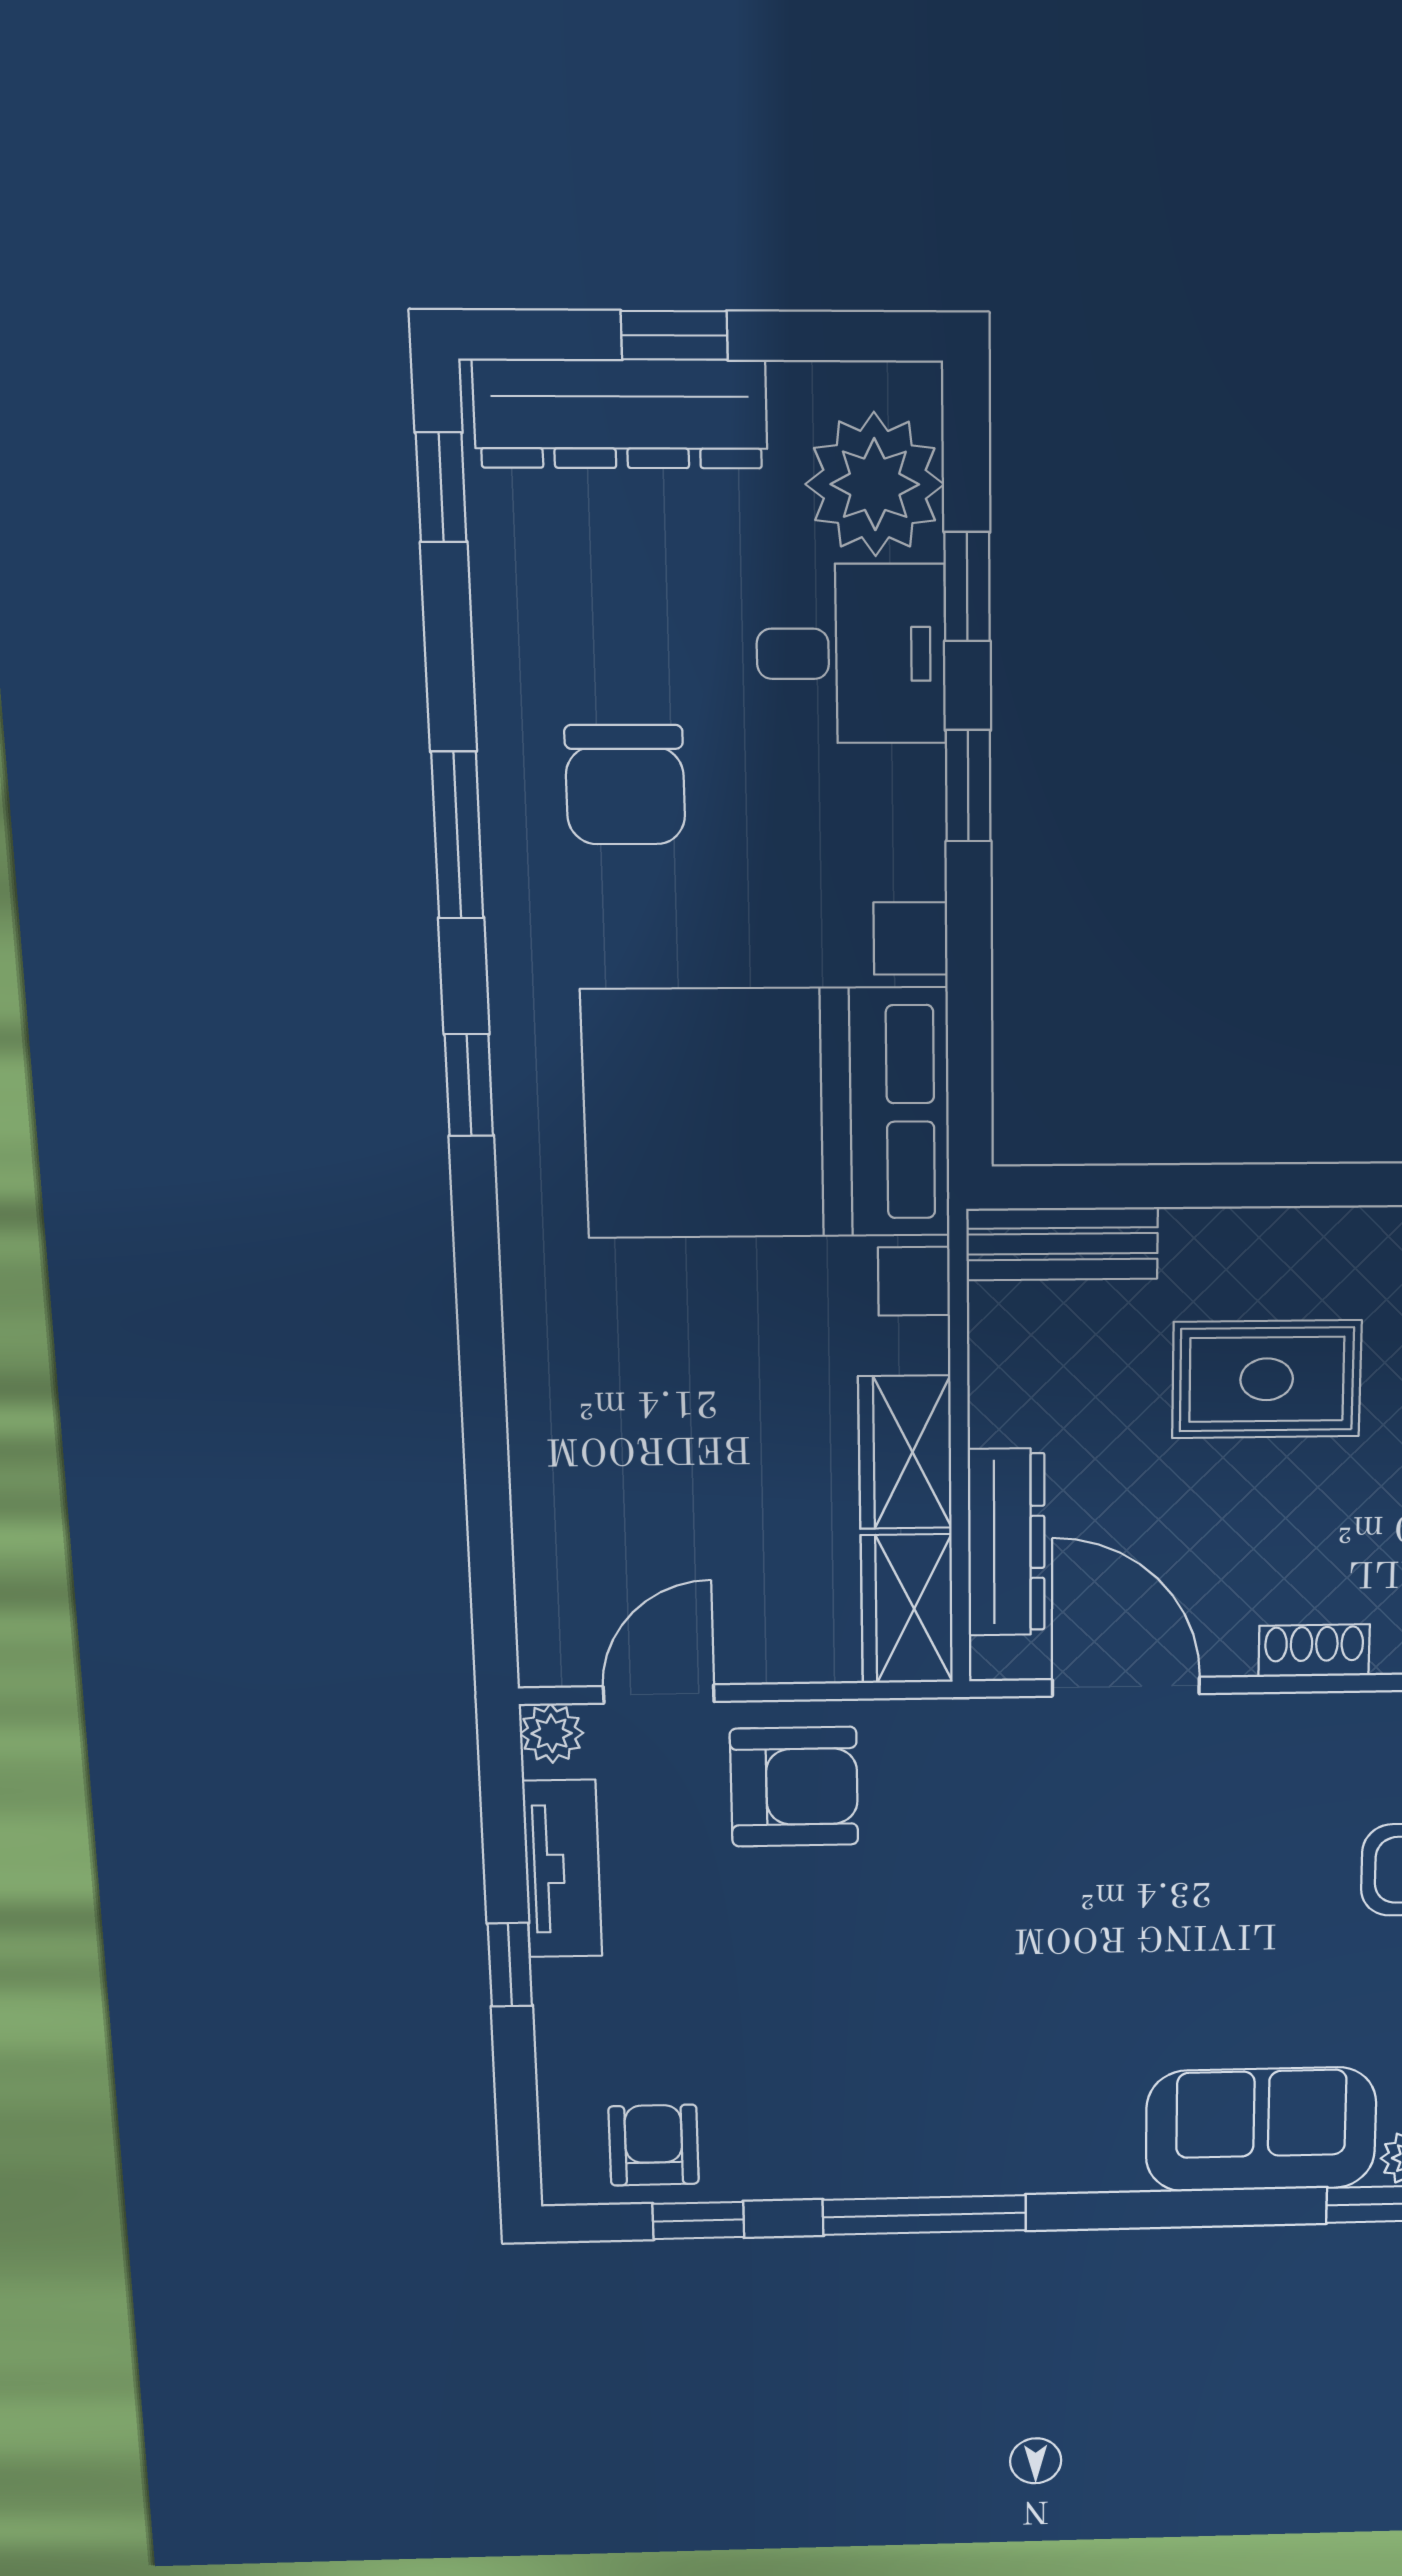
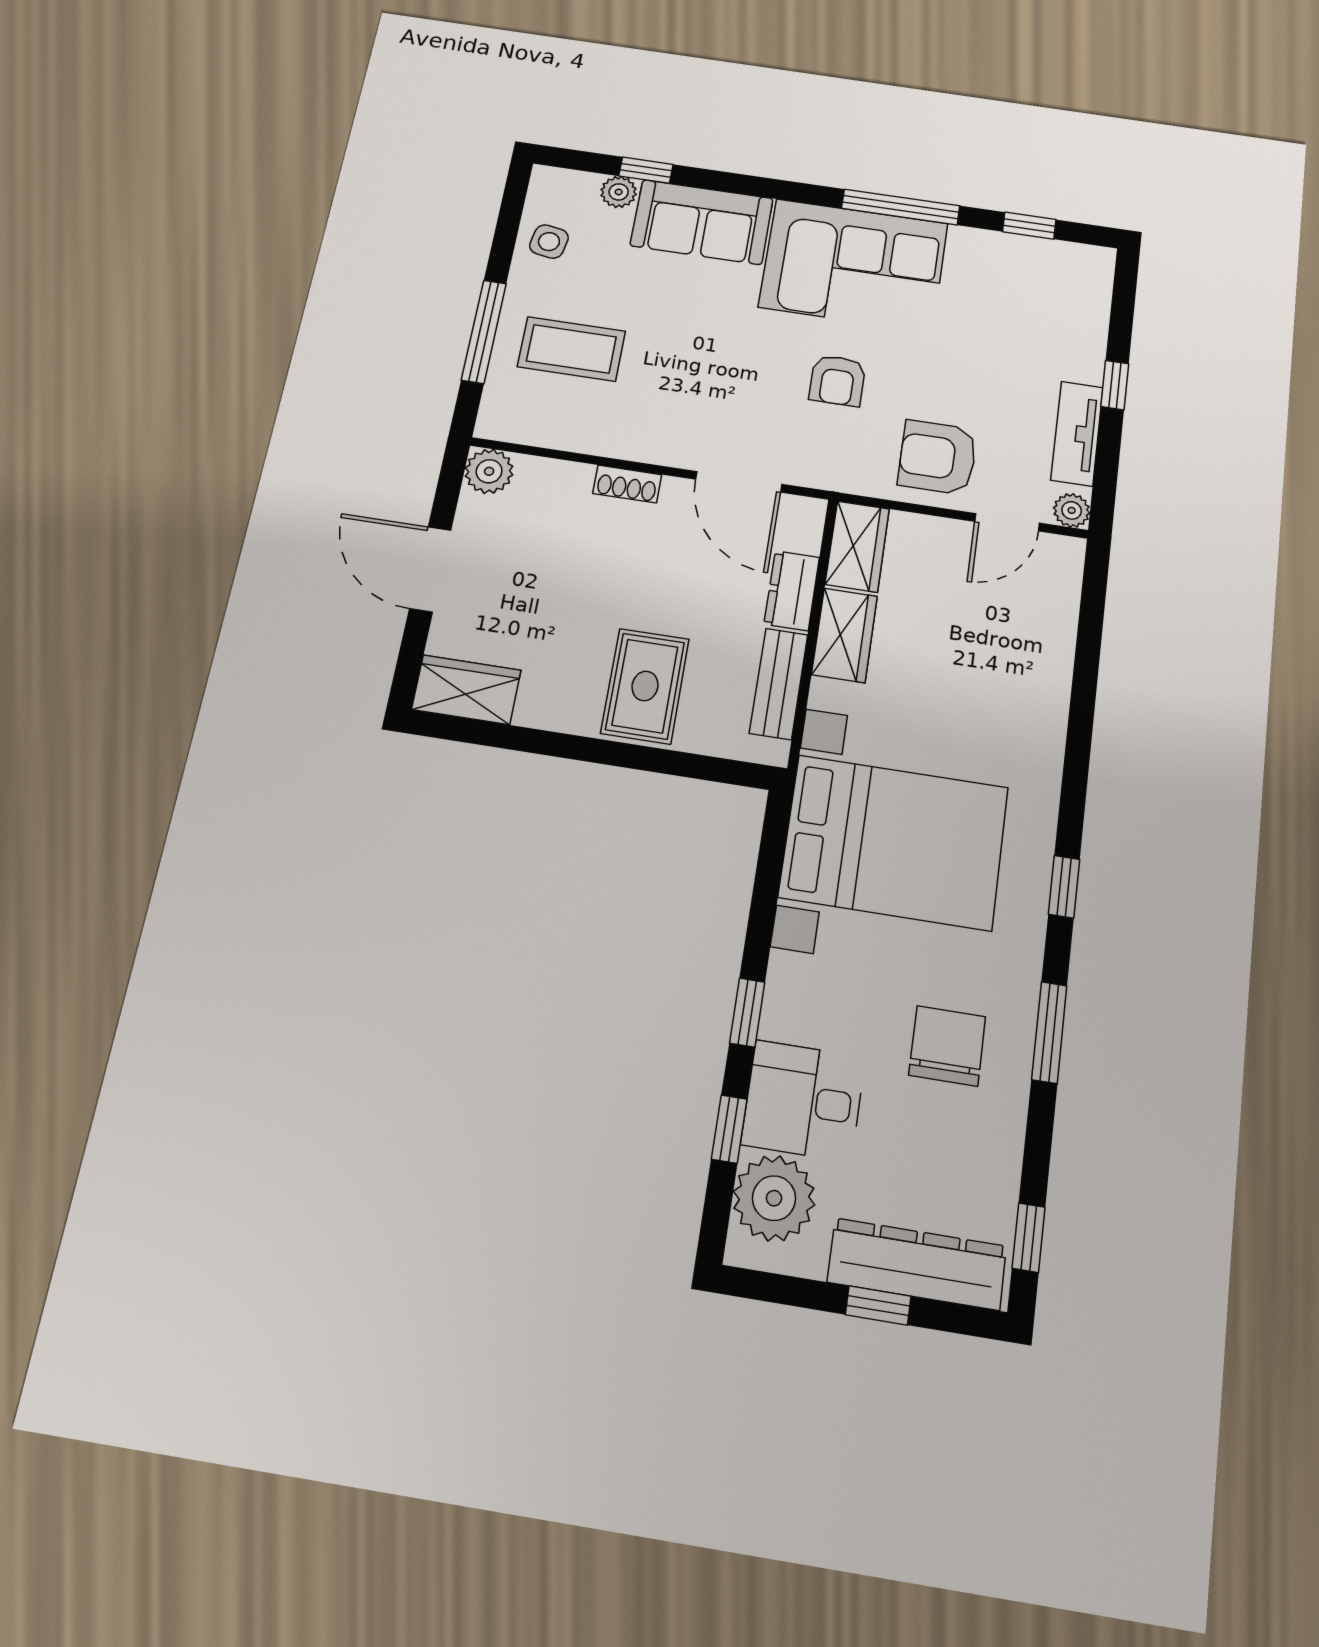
bench: (1062, 1244) -> (779, 684), moved, turned 90
rug: (1267, 1379) -> (645, 686), moved, turned 90
dresser: (1006, 1542) -> (792, 591), width x0.70
corner sofa: (989, 2098) -> (854, 265), added
armchair: (654, 2145) -> (837, 380), moved

